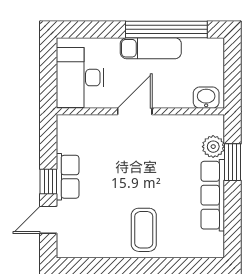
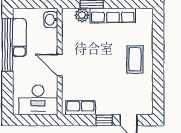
exam couch: (151, 48) -> (19, 38), moved
row of seats: (68, 177) -> (80, 108), moved
coffee table: (144, 230) -> (135, 59), turned 90

